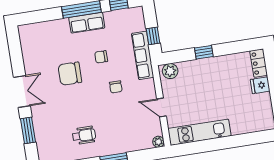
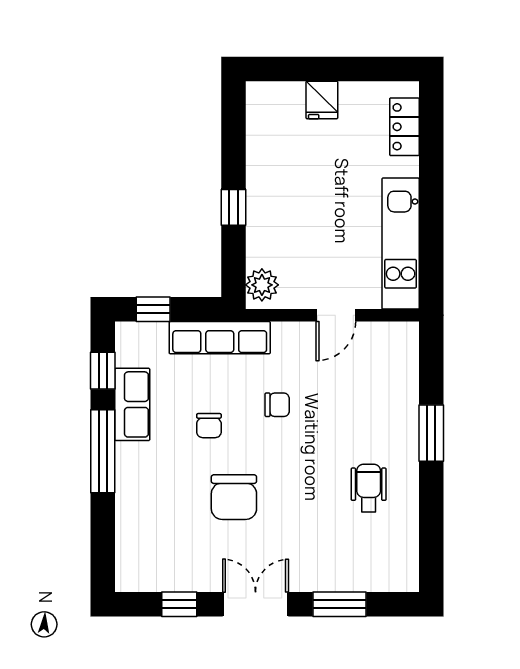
row of seats: (87, 23) -> (132, 404), moved
window: (153, 36) -> (153, 309), moved
window: (16, 56) -> (179, 604), added
locker: (259, 63) -> (404, 127), moved, turned 90
plant: (158, 142) -> (407, 333), removed

